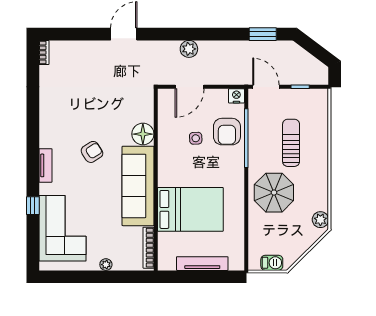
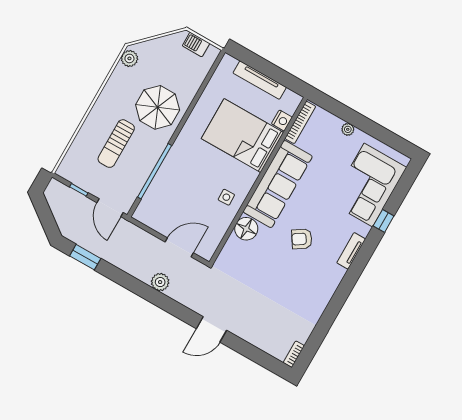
nightstand: (236, 96) -> (282, 121), moved, turned -90
armchair: (227, 132) -> (169, 187), removed
side table: (196, 138) -> (226, 197), moved

